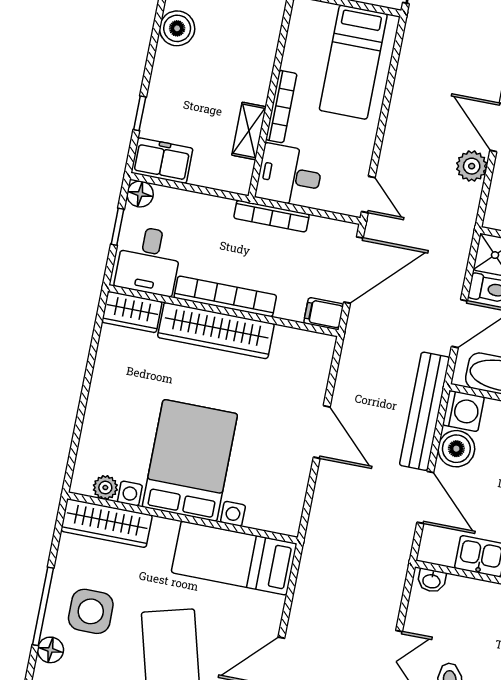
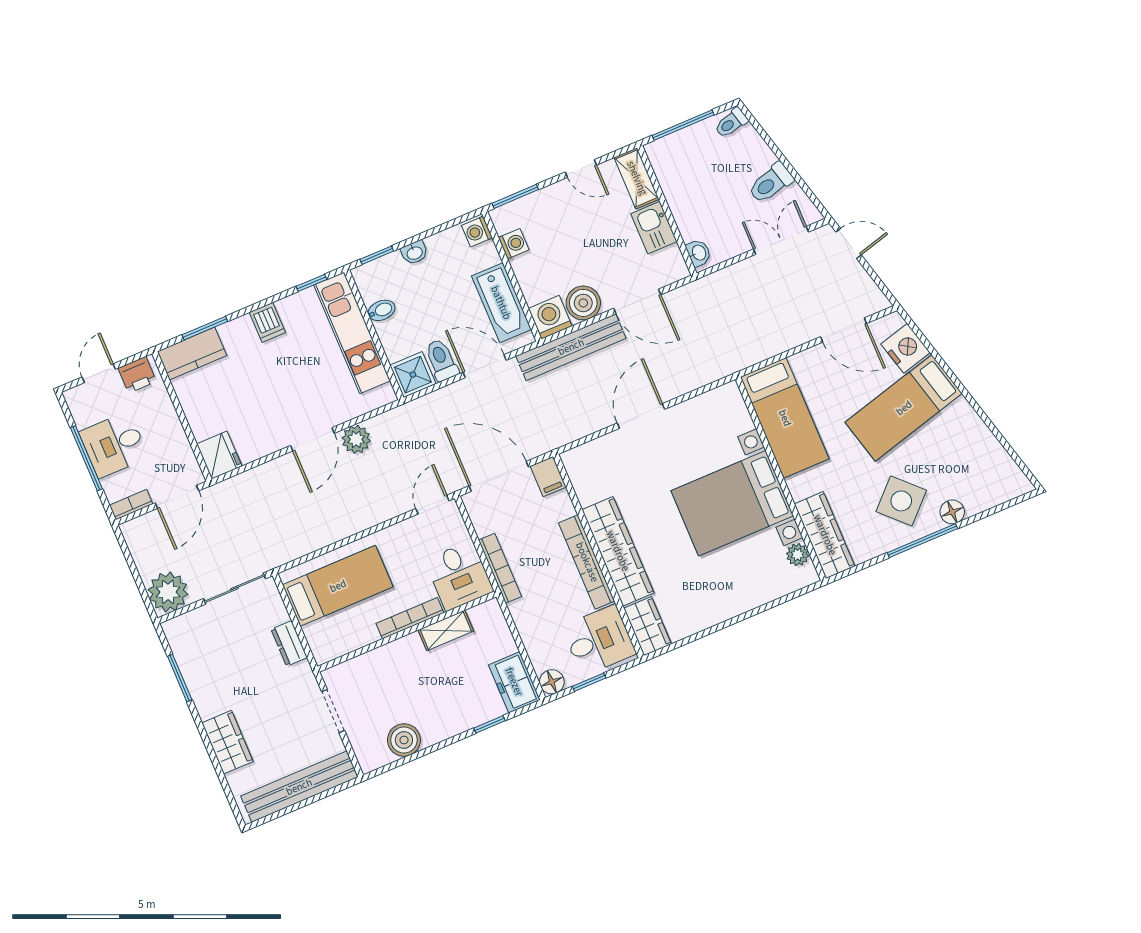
door: (425, 497) -> (637, 301), swing flipped
side table: (91, 611) -> (901, 501), turned 45

